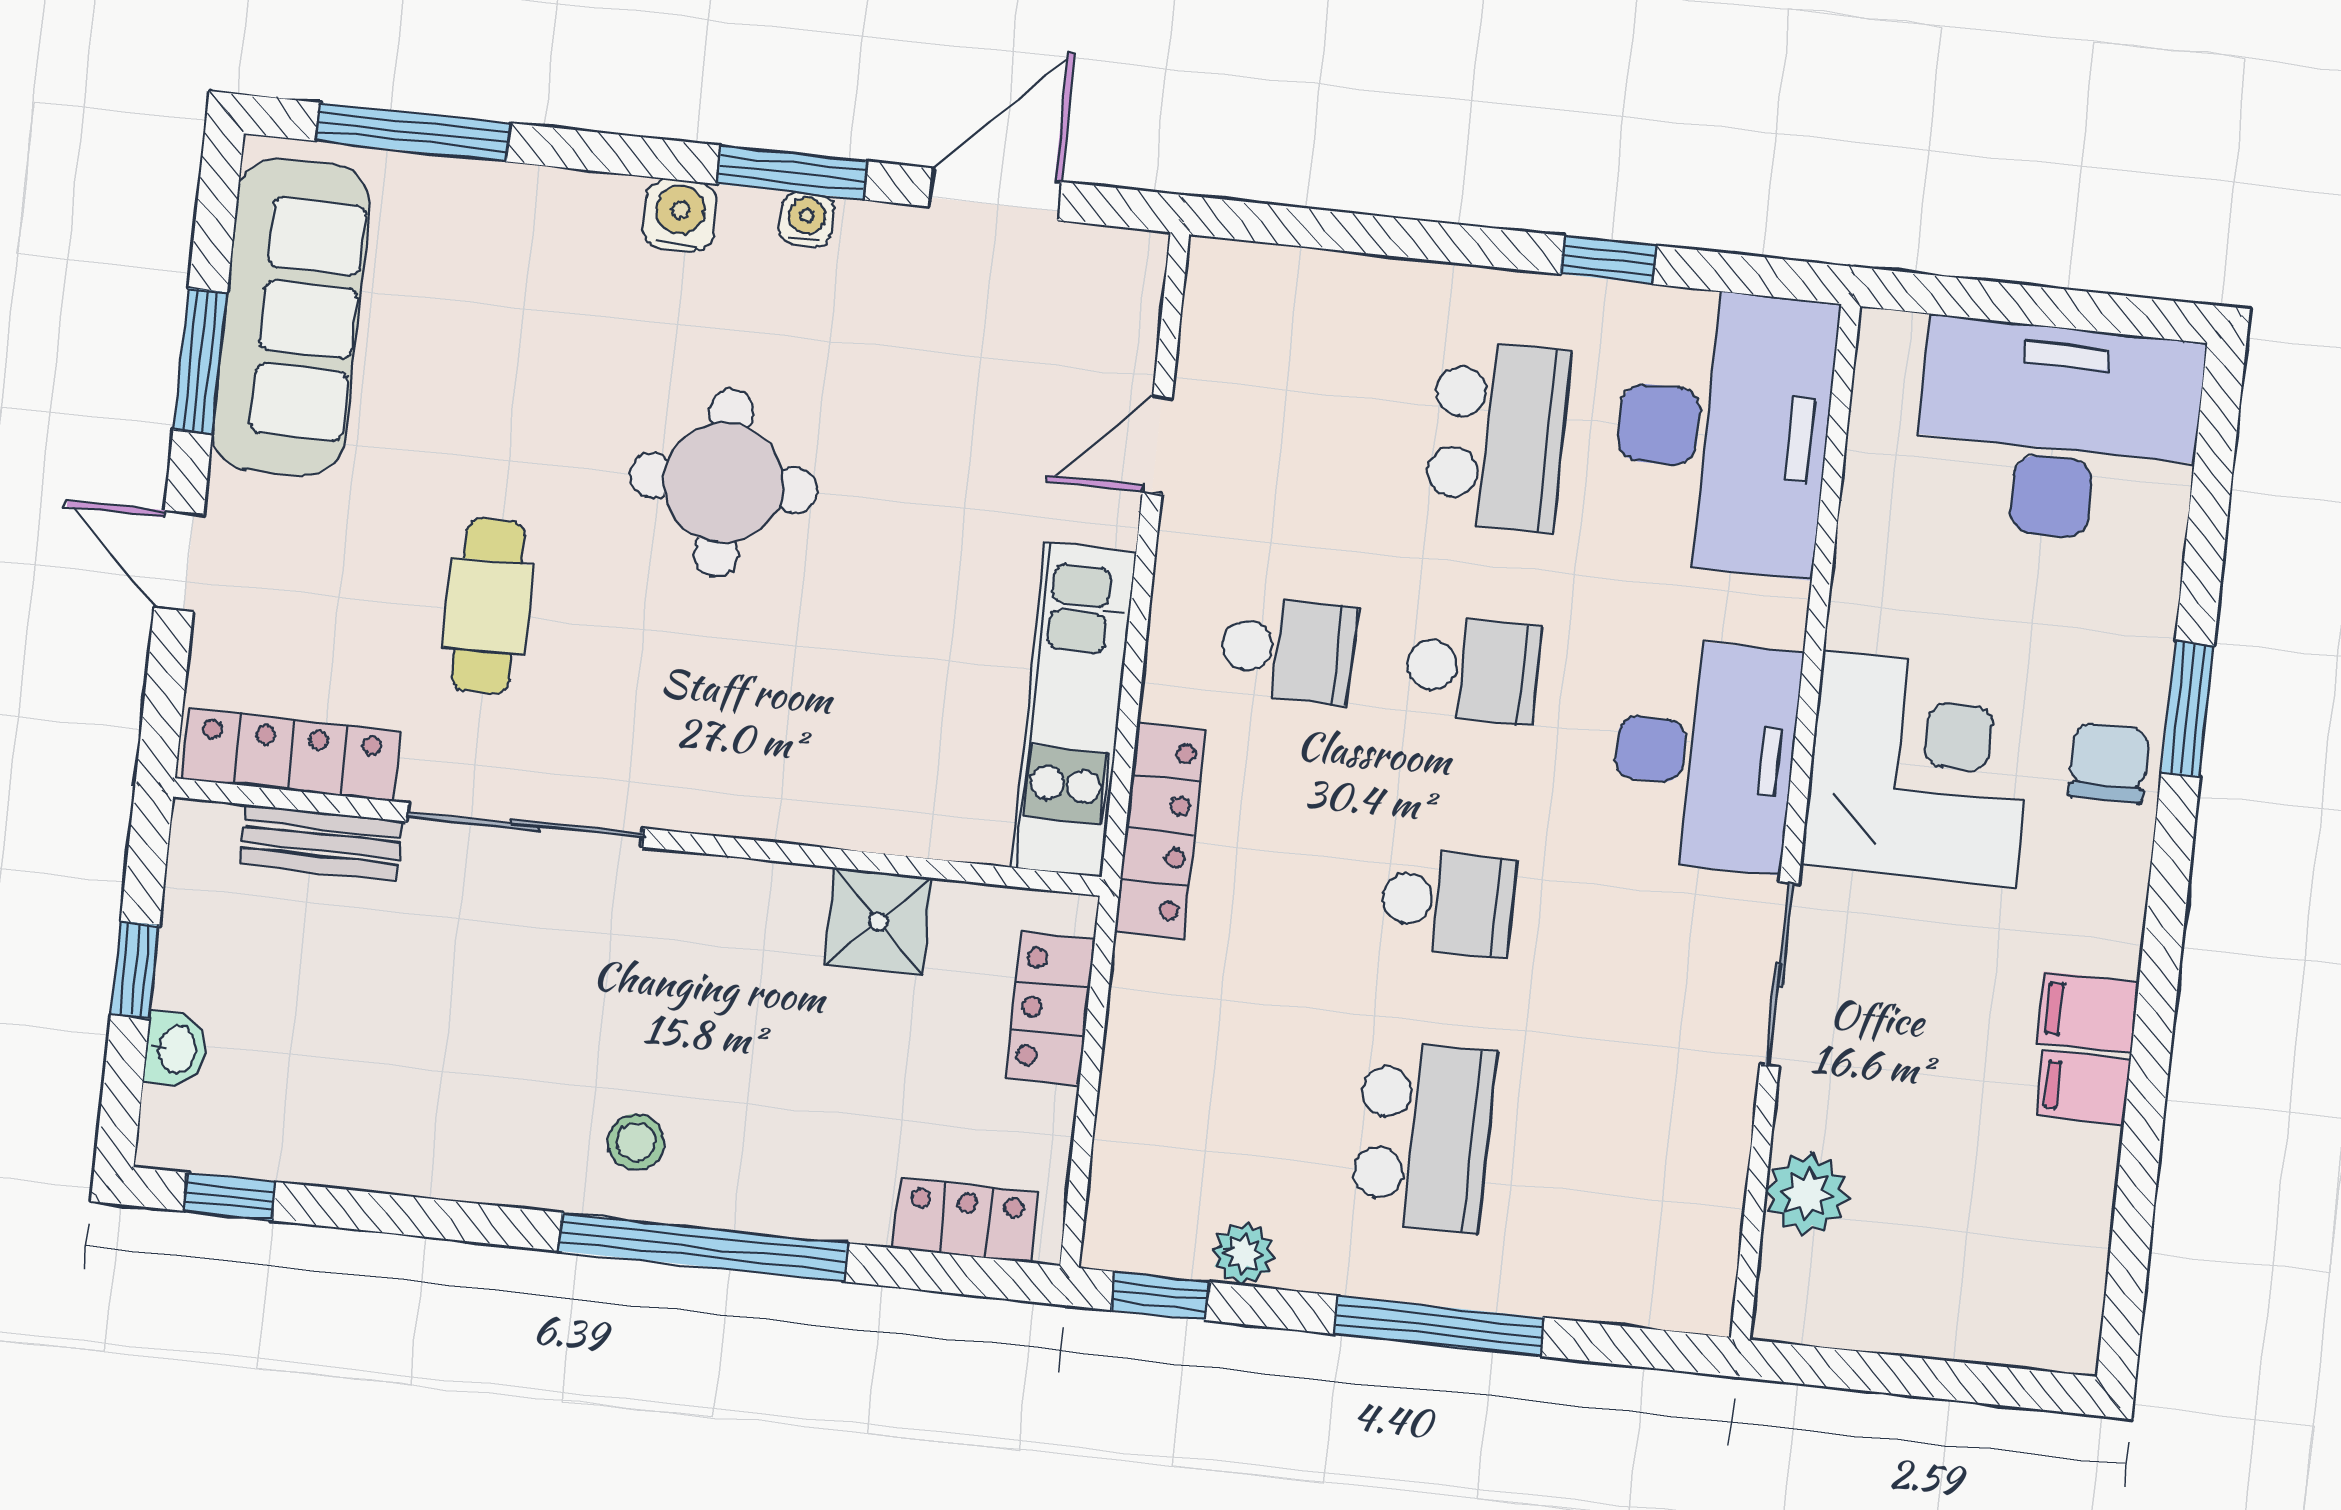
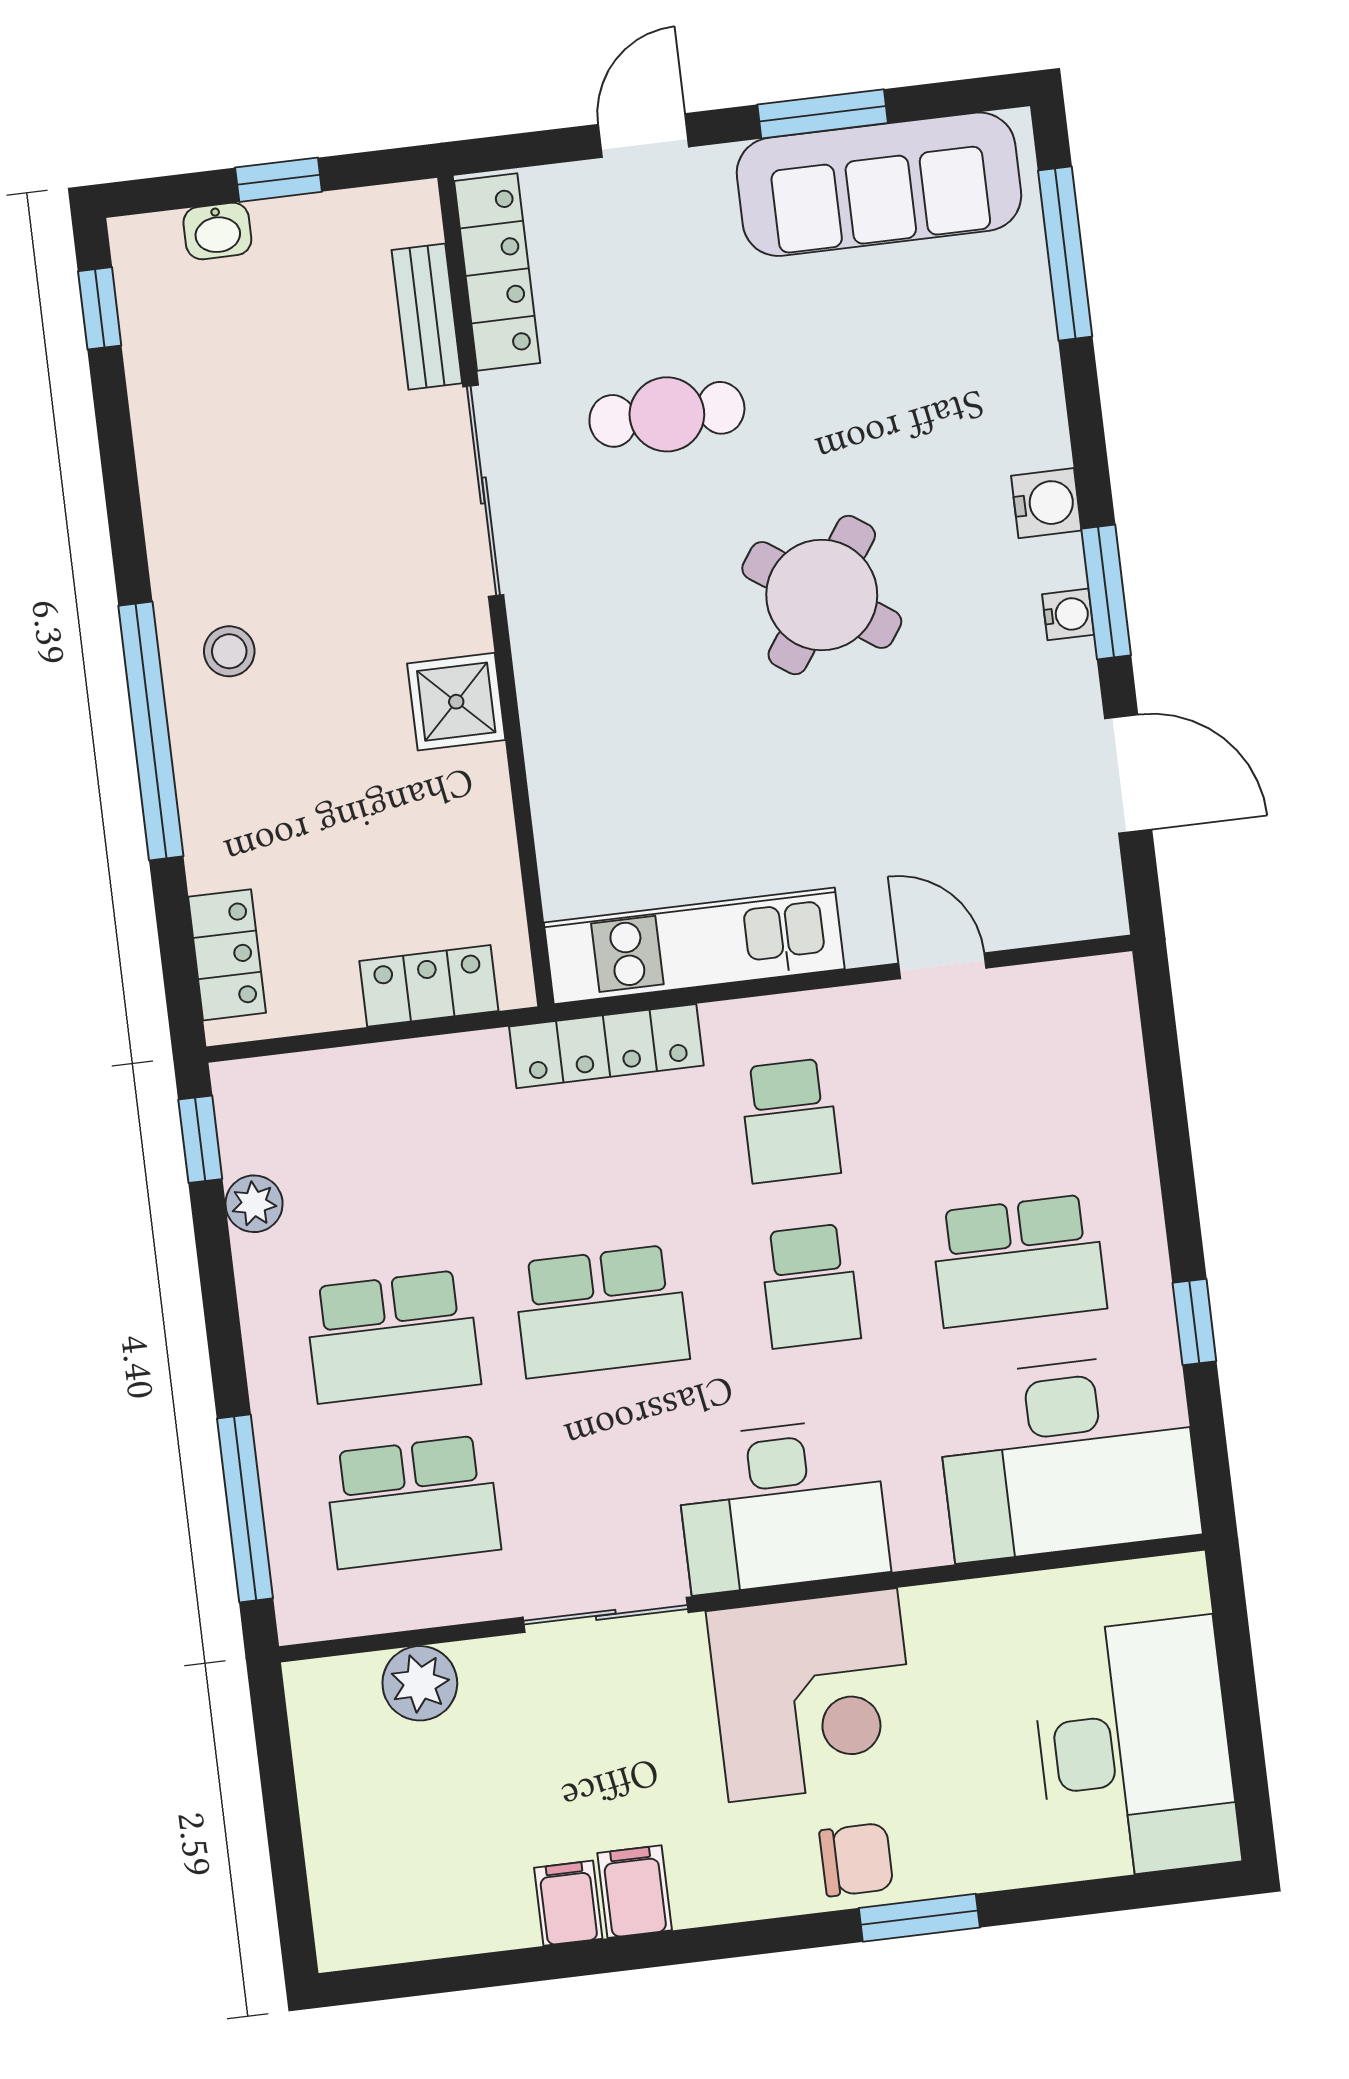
round table: (724, 483) -> (822, 595), turned 35
school desk: (1448, 903) -> (601, 1311), width x1.85
shower: (878, 921) -> (456, 702), moved
school desk: (1608, 1156) -> (413, 1502), added
window: (1439, 1326) -> (245, 1508), moved

